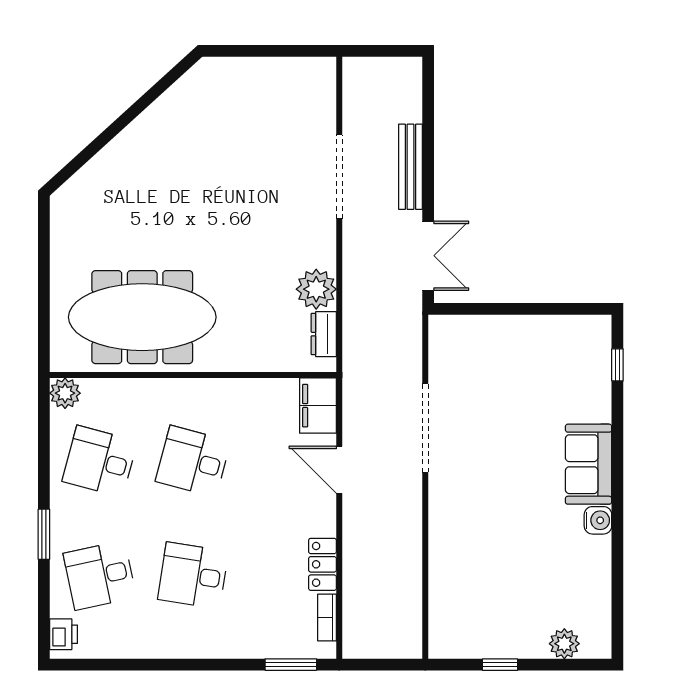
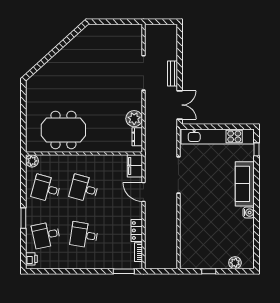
bench: (411, 167) -> (172, 73), width x0.73
meeting table: (142, 317) -> (63, 130), width x0.73
kitchen unit: (521, 333) -> (217, 136), added
sofa: (589, 464) -> (245, 184), width x1.36

